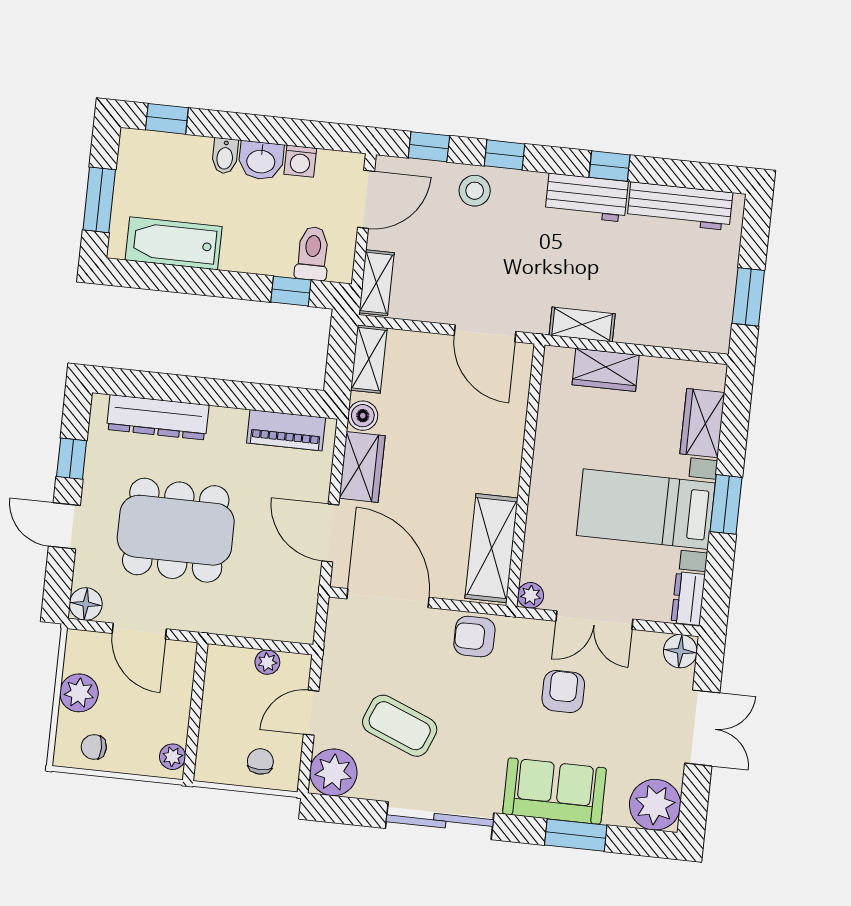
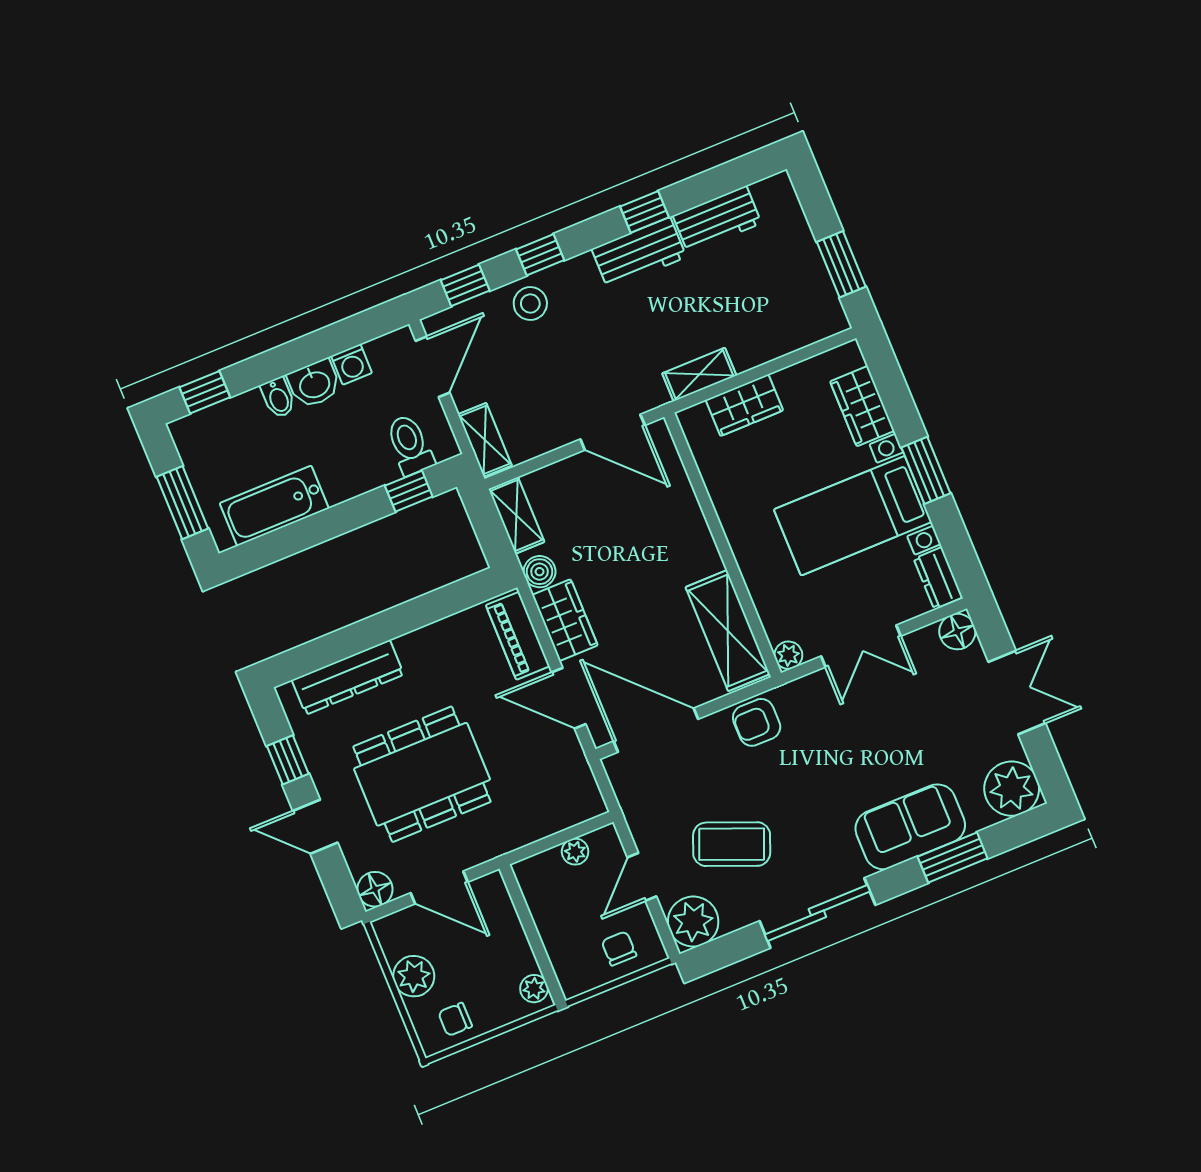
workbench: (680, 206) -> (717, 219), width x0.73
piano: (286, 430) -> (518, 636), moved, turned 90
armchair: (563, 691) -> (868, 729), removed

